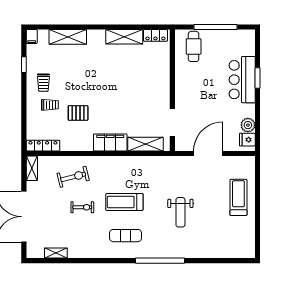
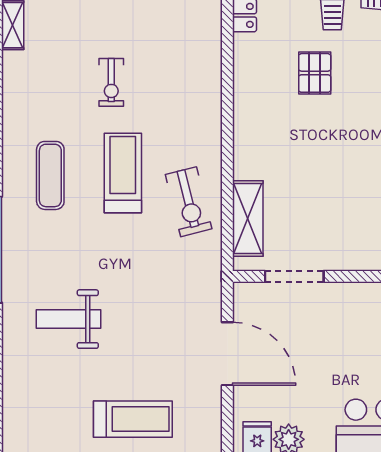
filing cabinet: (110, 142) -> (251, 142), removed
exercise bike: (73, 177) -> (189, 202), moved
weight bench: (180, 212) -> (68, 319), moved

